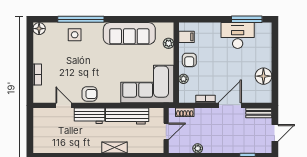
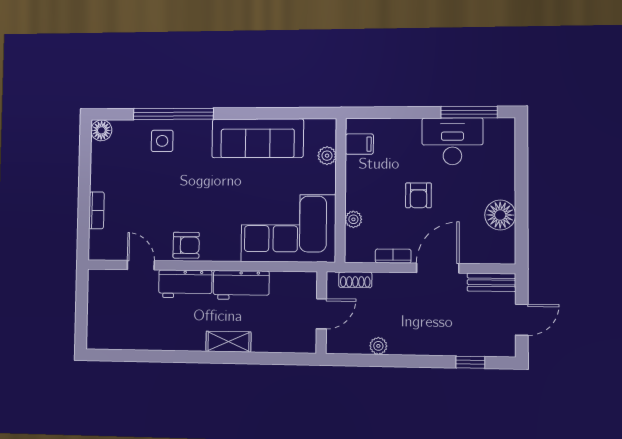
armchair: (189, 60) -> (418, 195), moved
workbench: (127, 116) -> (241, 285), width x0.73

